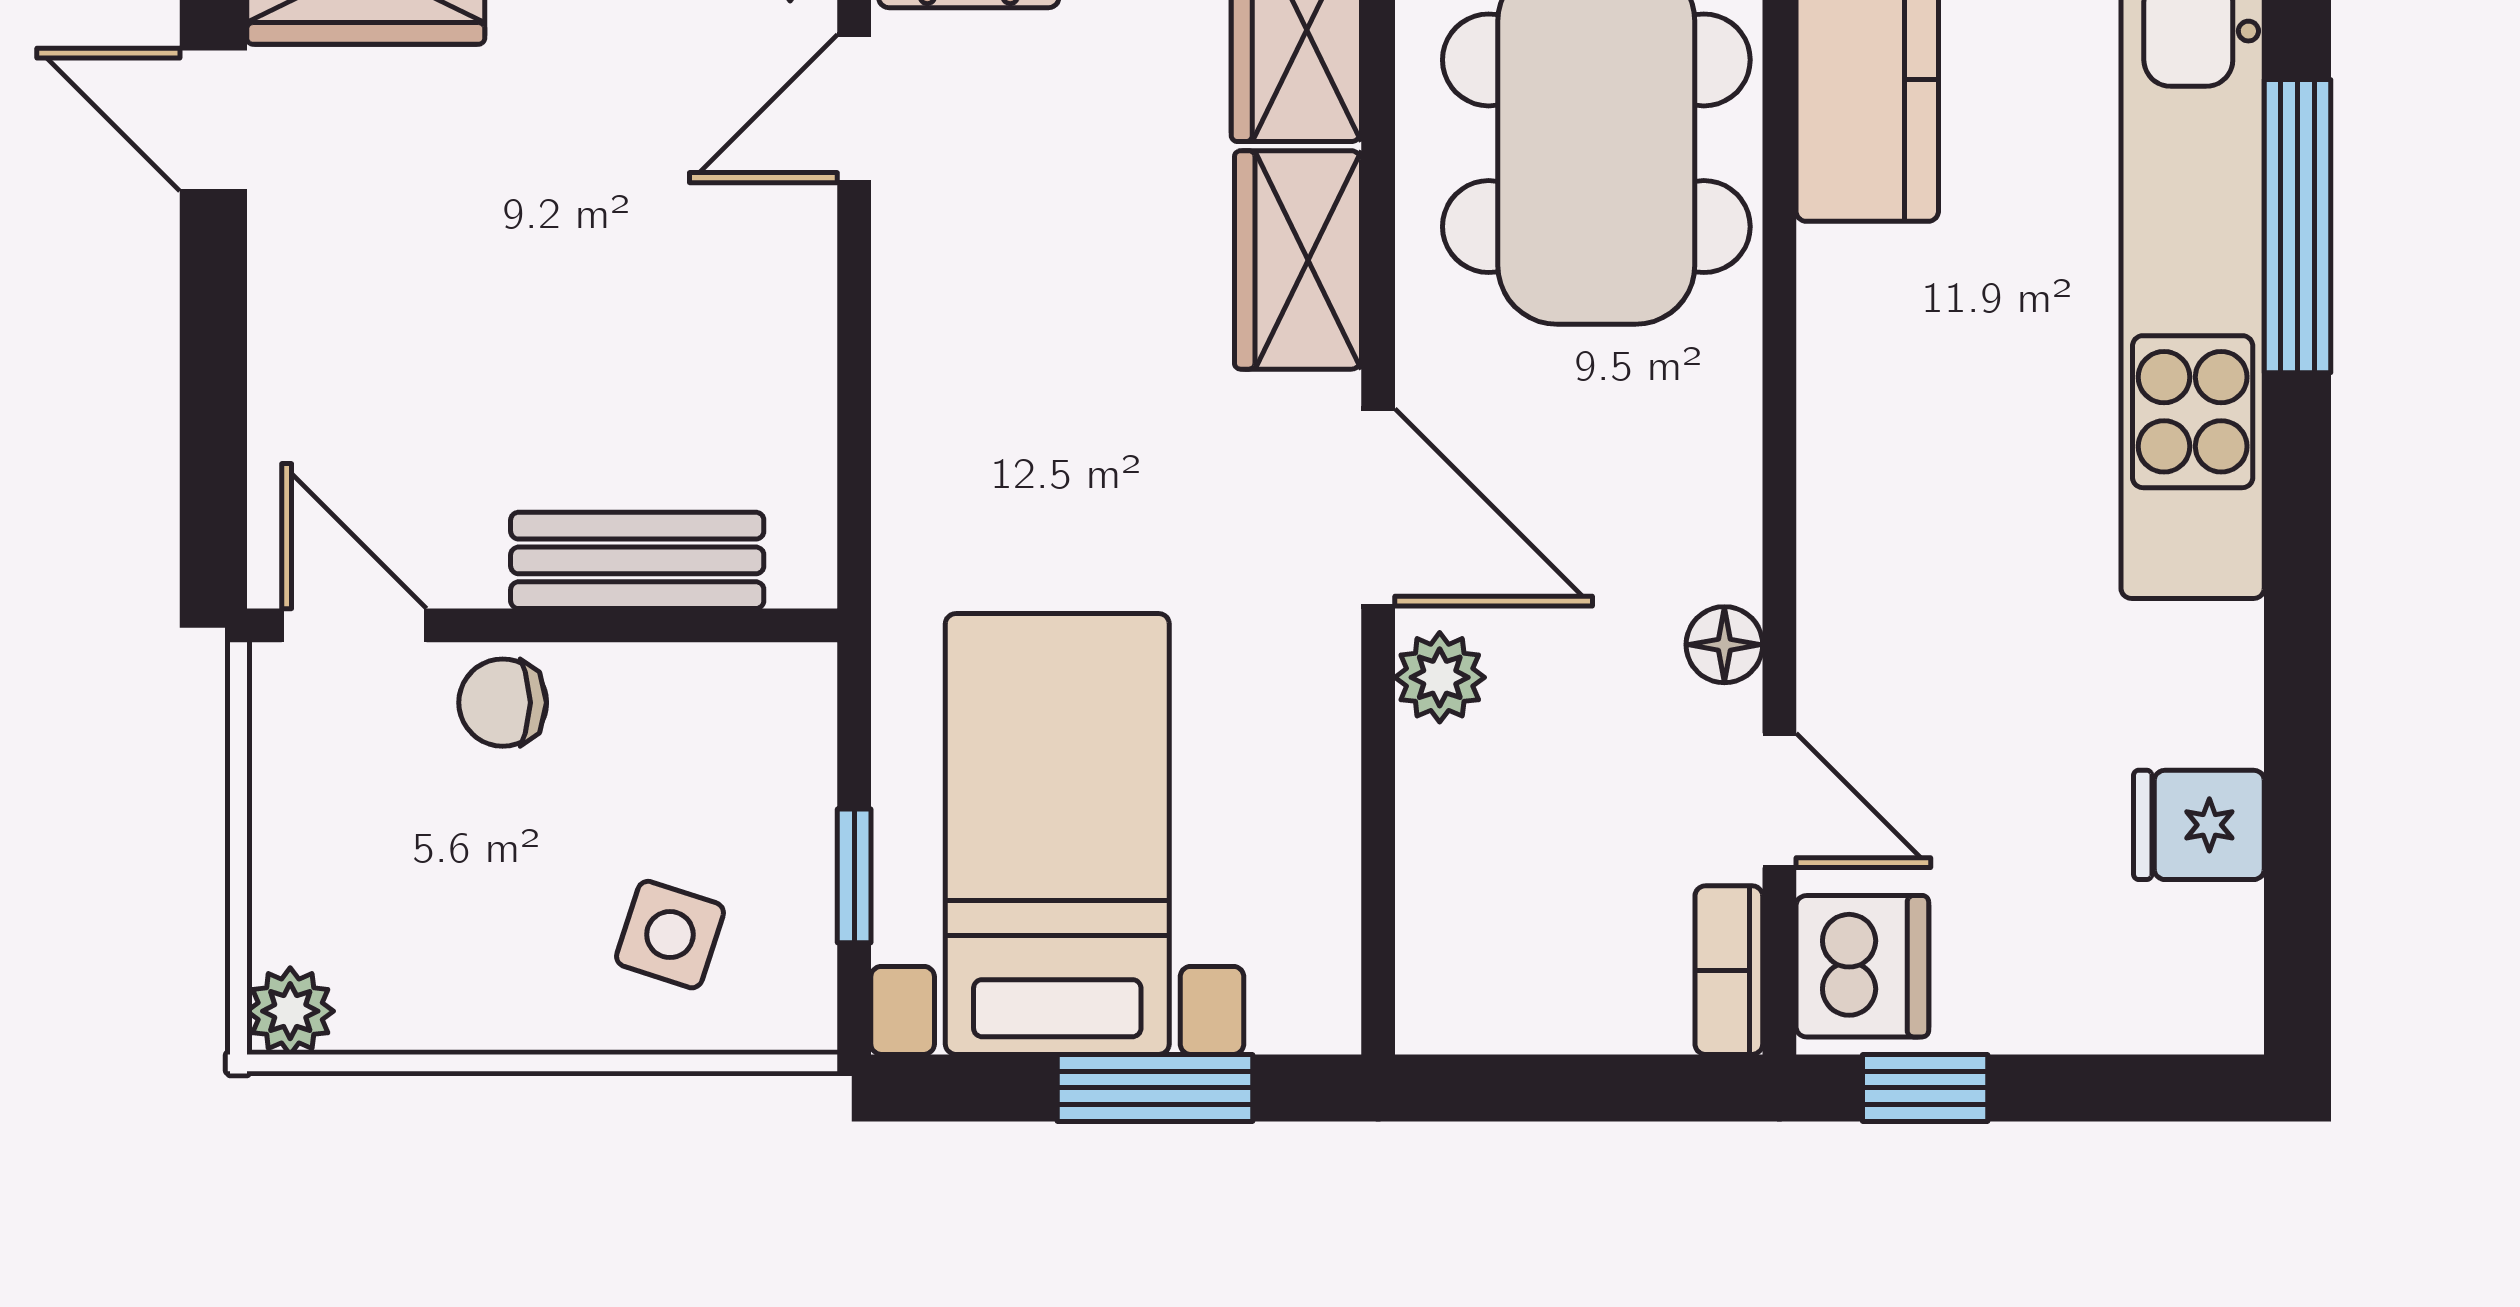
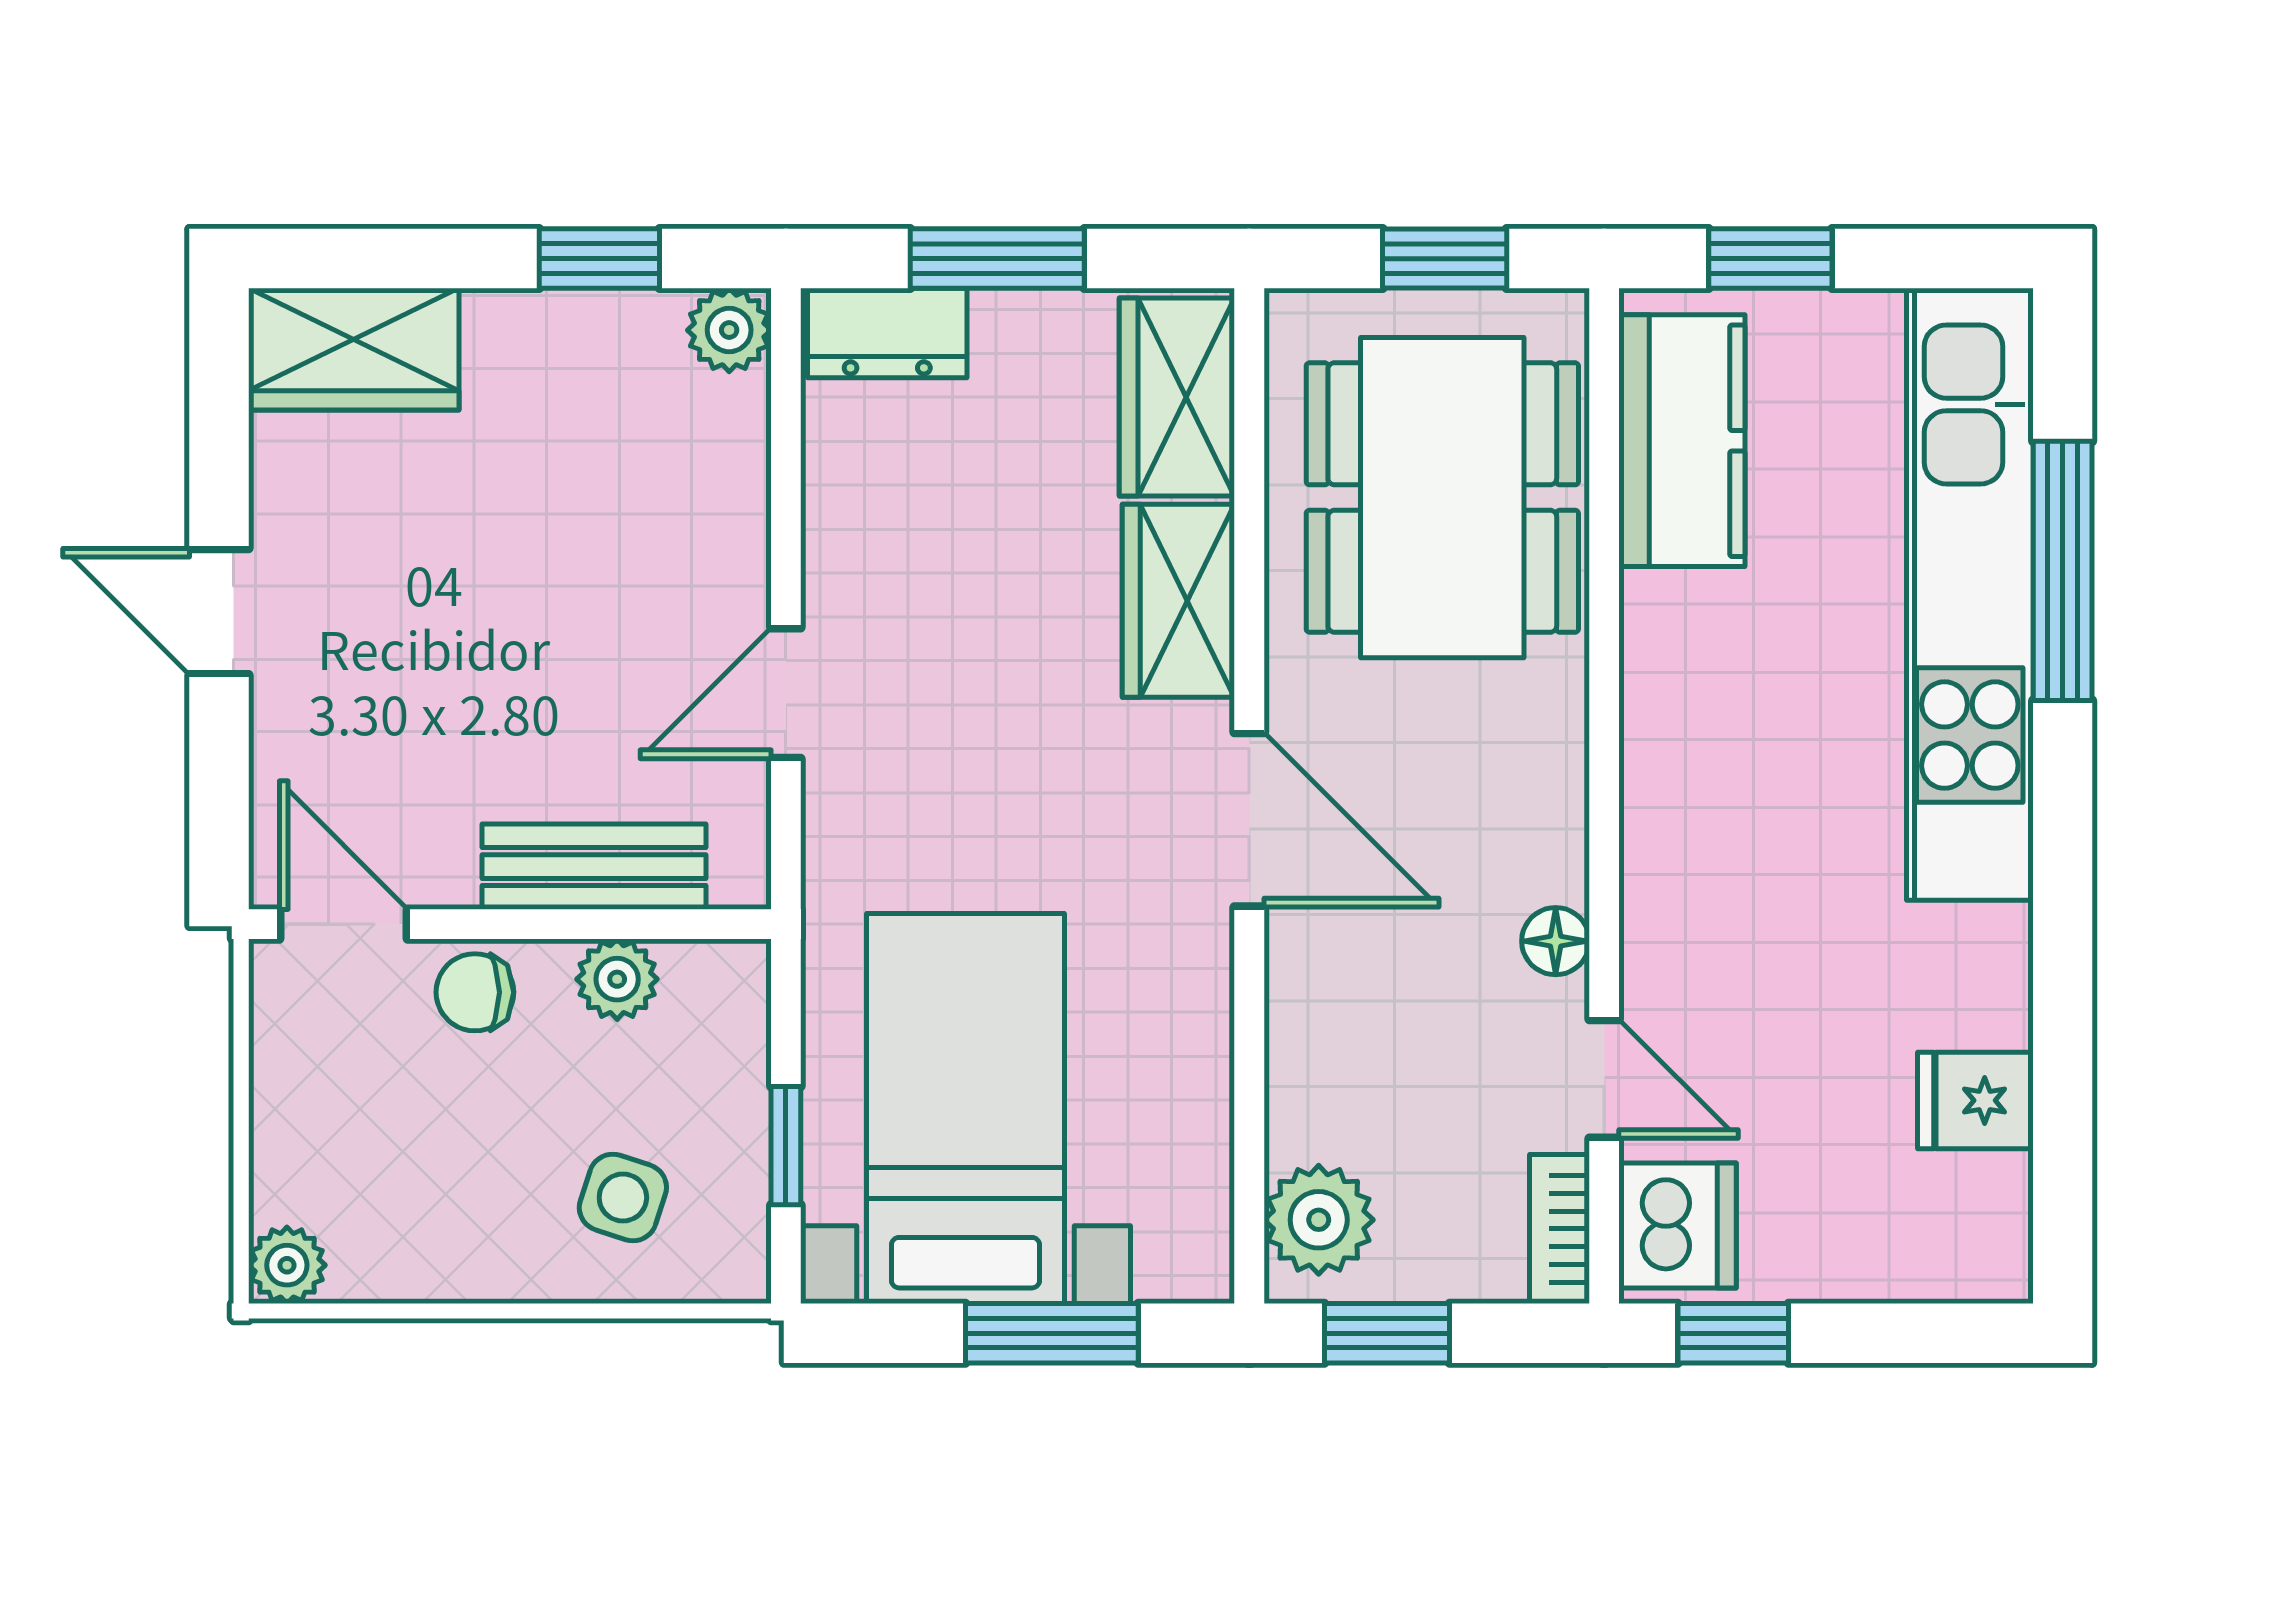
door: (854, 109) -> (786, 693), moved
door: (213, 120) -> (219, 612), moved
plant: (1440, 677) -> (1319, 1220), moved, width x1.38, depth x1.38
plant: (663, 688) -> (617, 979), added
window: (1534, 1088) -> (1387, 1333), added

